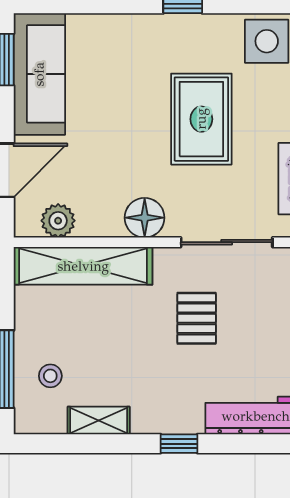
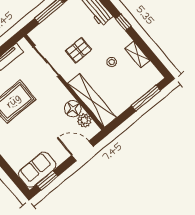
sofa: (39, 74) -> (37, 170), width x0.73
floor lamp: (145, 218) -> (73, 109), moved
stool: (50, 376) -> (112, 62), moved

